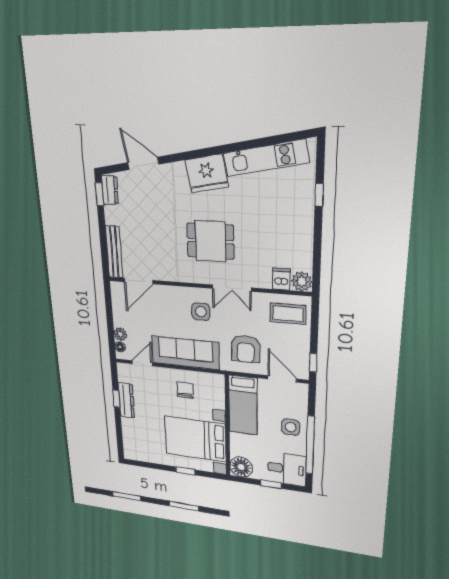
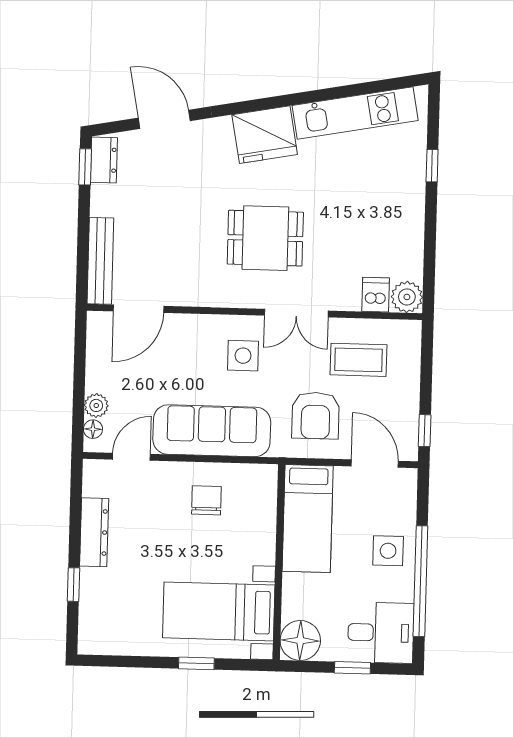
coffee table: (288, 314) -> (358, 360), moved
window: (116, 399) -> (74, 585), moved
bed with nightstands: (195, 439) -> (219, 611), width x0.73

